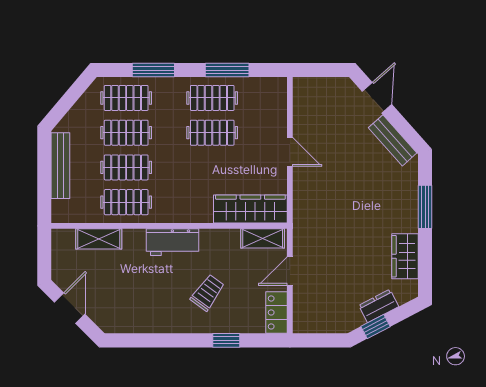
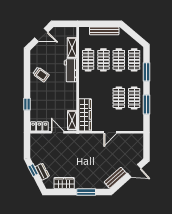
workbench: (173, 242) -> (70, 70), moved
trolley: (208, 293) -> (41, 74), moved

